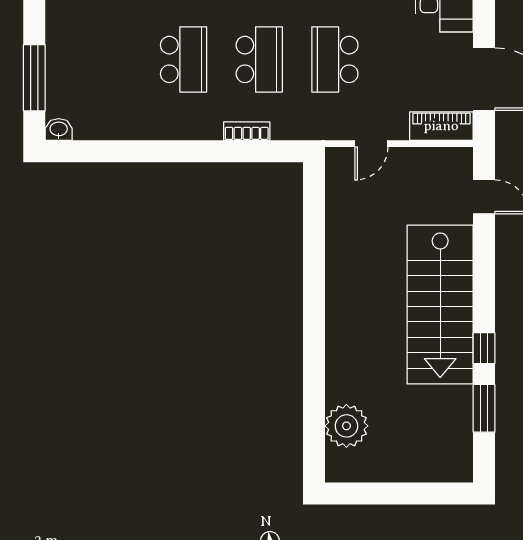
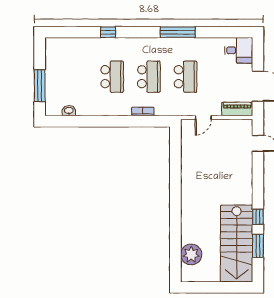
school desk: (335, 59) -> (186, 77), turned 180
washbasin: (59, 129) -> (69, 111), moved
stairs: (440, 305) -> (237, 243), moved

